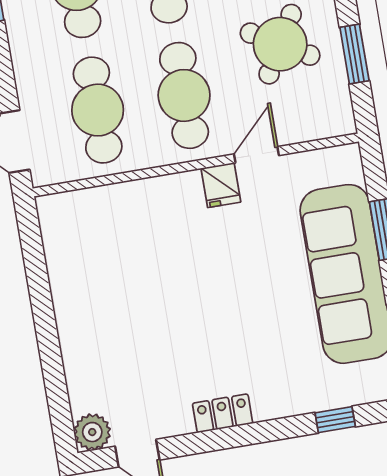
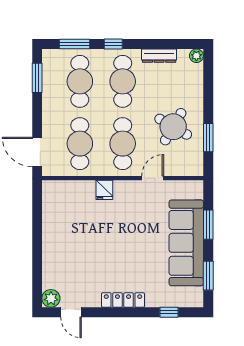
fridge: (221, 185) -> (104, 190), moved
locker: (223, 413) -> (123, 300), width x1.53

